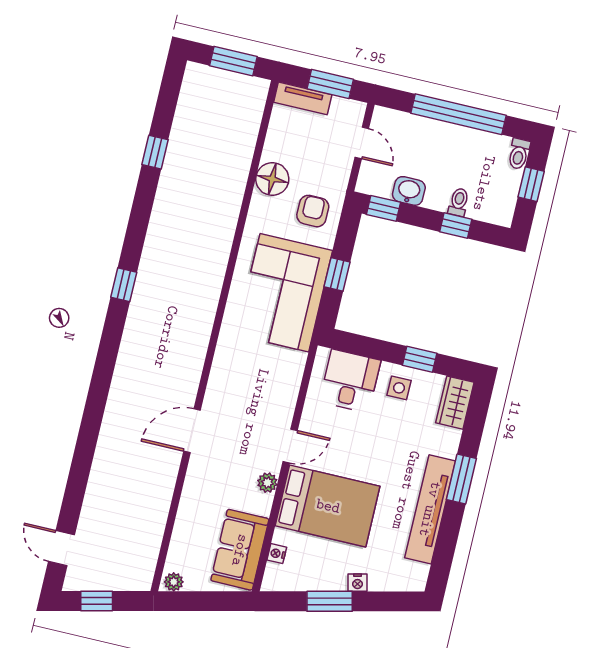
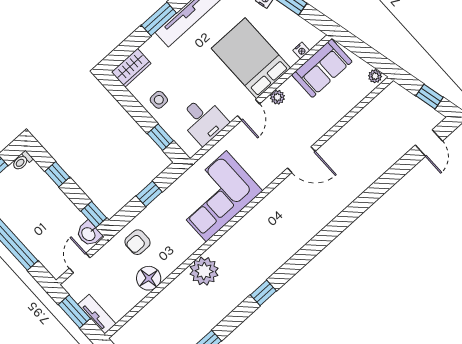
washbasin: (409, 191) -> (89, 234), moved
toilet: (459, 202) -> (22, 161), moved
plant: (215, 230) -> (204, 271), added
window: (124, 285) -> (263, 293), moved
corner sofa: (284, 293) -> (216, 196), moved, turned 180
window: (420, 359) -> (160, 137), moved
desk: (350, 381) -> (203, 120), moved, turned -90
door: (290, 446) -> (249, 110), swing flipped

